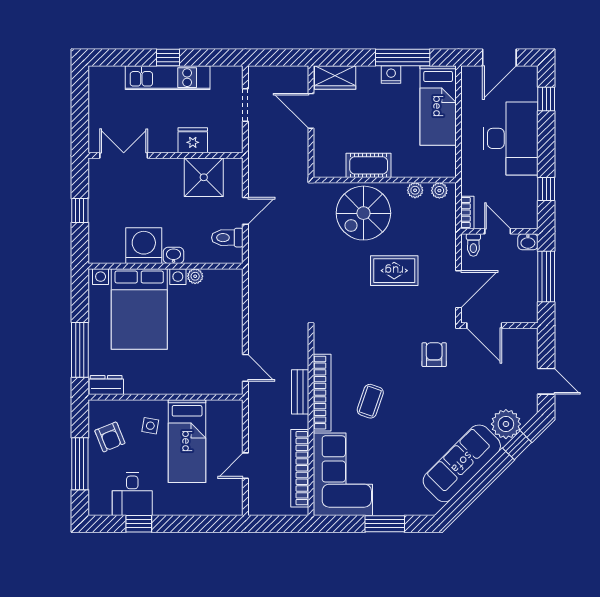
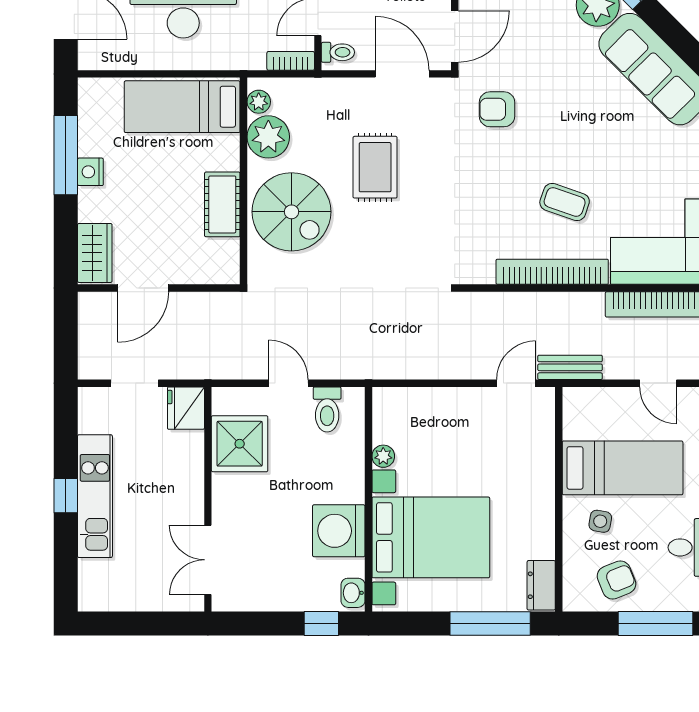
bed: (438, 106) -> (182, 107), moved, turned 180
fridge: (193, 140) -> (186, 408), moved
plant: (415, 190) -> (268, 137), width x1.88, depth x1.88
window: (80, 210) -> (321, 623), moved
washbasin: (174, 255) -> (353, 593), moved
bench: (300, 392) -> (570, 367), moved

